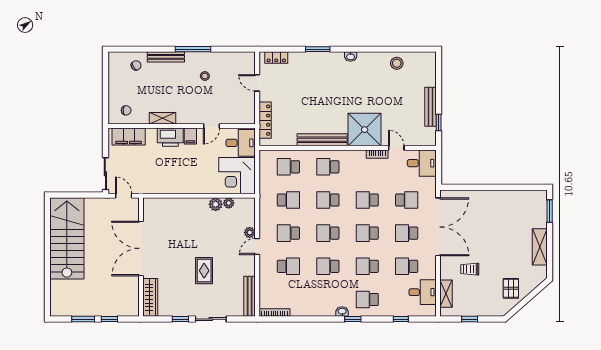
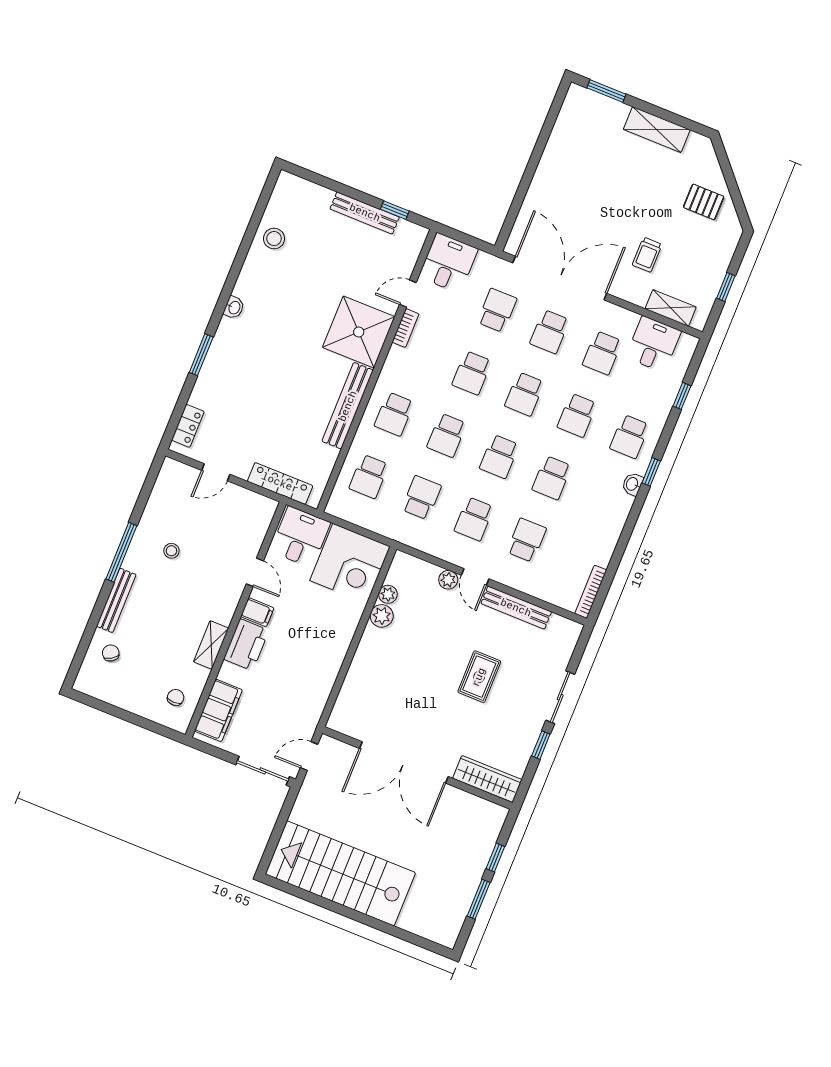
rug: (204, 271) -> (479, 677), turned 90
bench: (250, 296) -> (516, 608), moved

